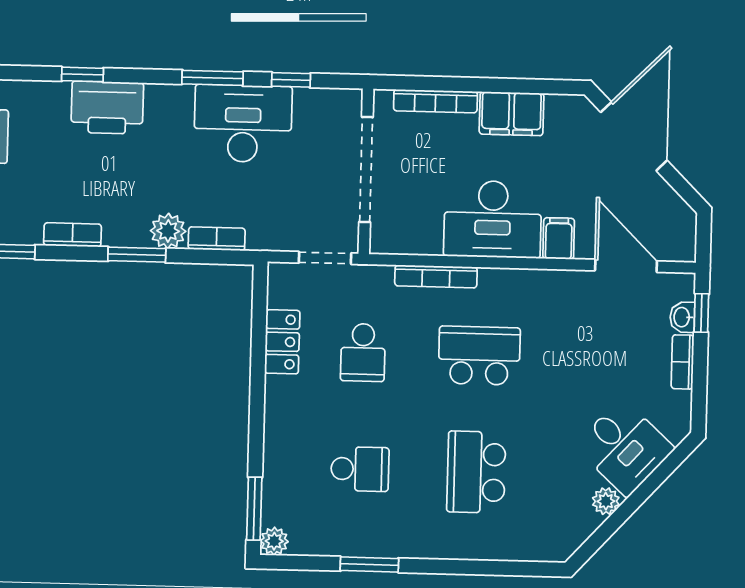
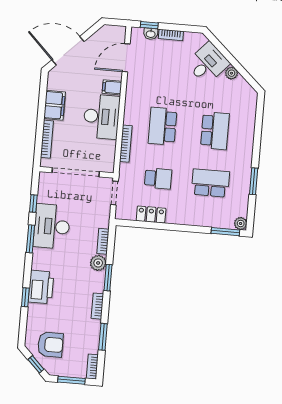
school desk: (360, 469) -> (210, 183), width x1.85
school desk: (476, 472) -> (215, 131), turned -90

